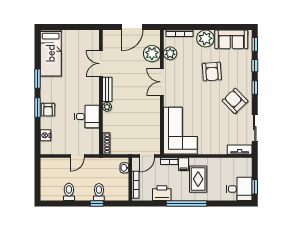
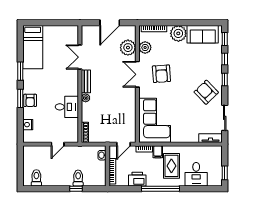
armchair: (212, 72) -> (161, 74), moved
desk: (239, 189) -> (196, 174), moved, turned 90
toilet: (69, 192) -> (36, 178), moved

